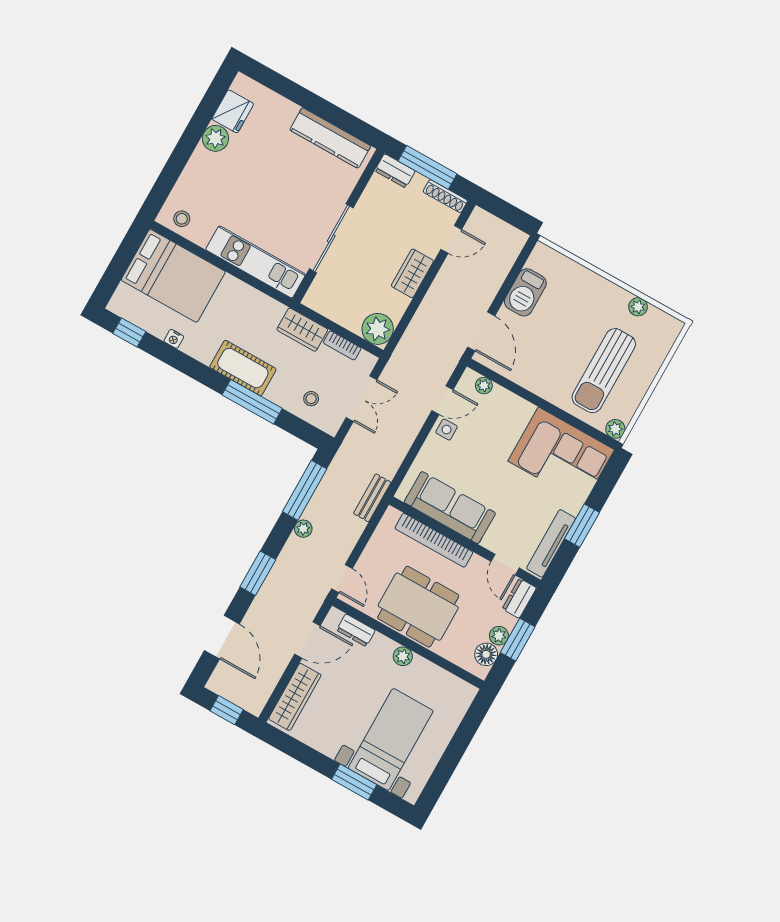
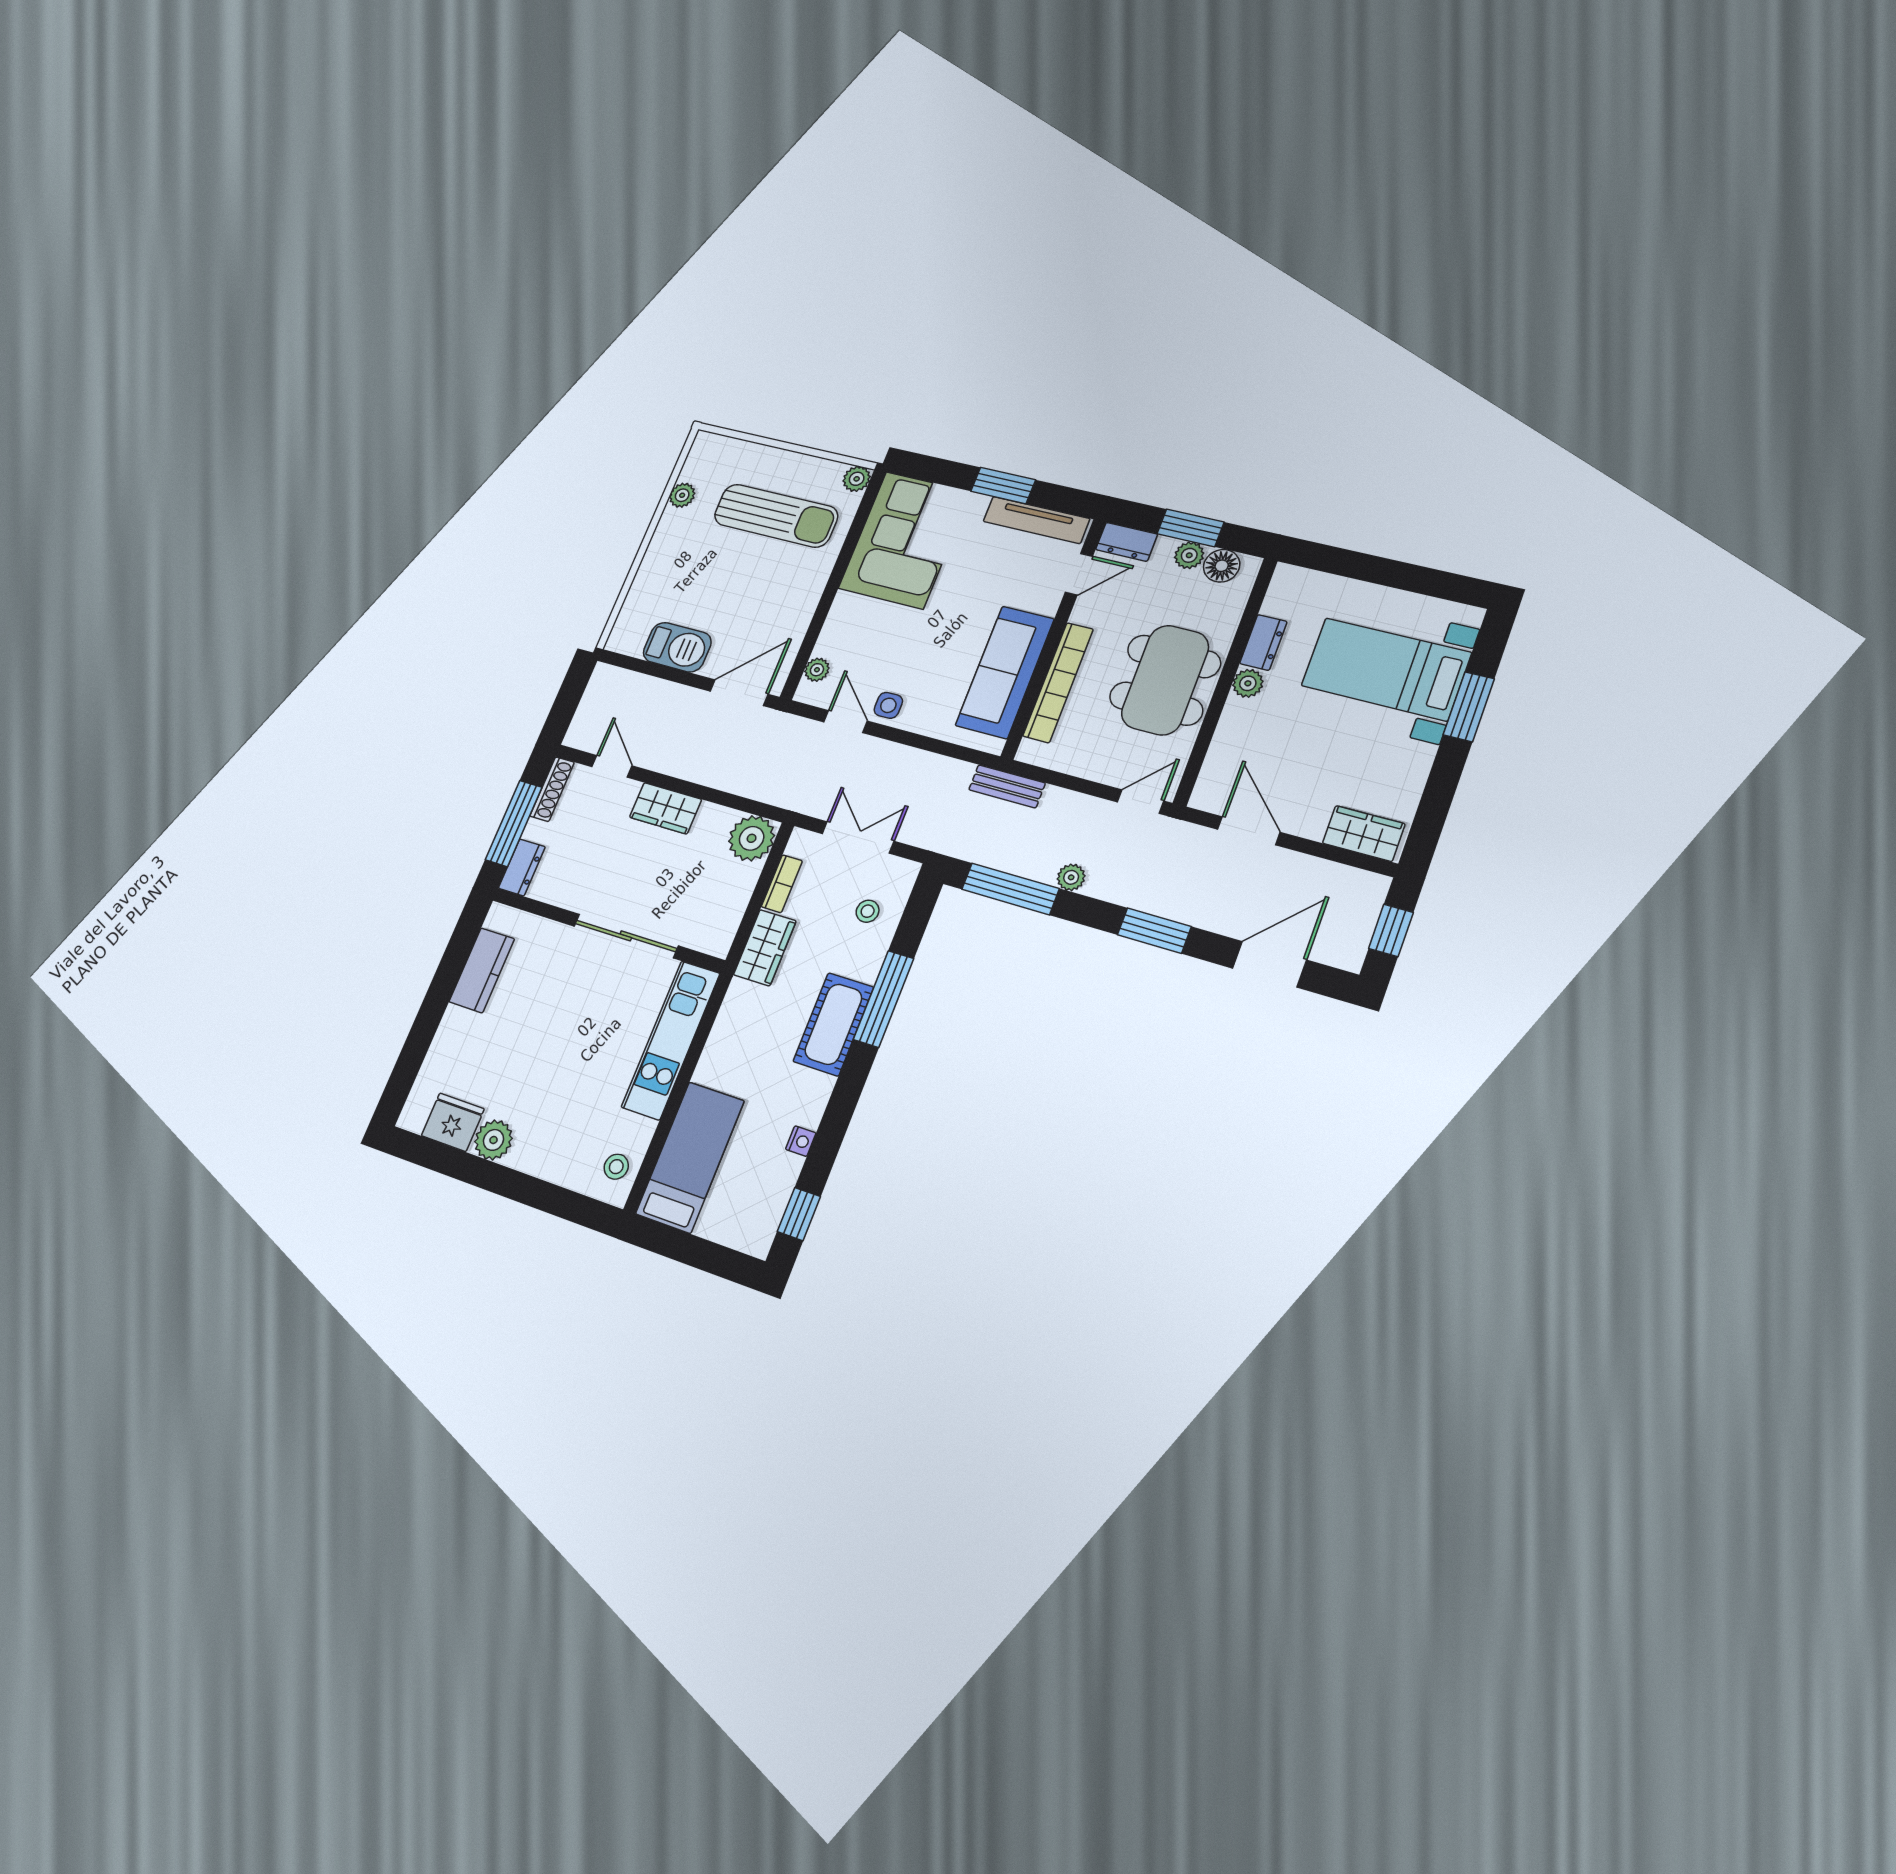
kitchen counter: (330, 138) -> (482, 970), width x0.67
bed: (173, 276) -> (690, 1157), width x0.67
dresser: (356, 630) -> (1263, 642), moved
wardrobe: (295, 697) -> (1364, 834), width x0.67

